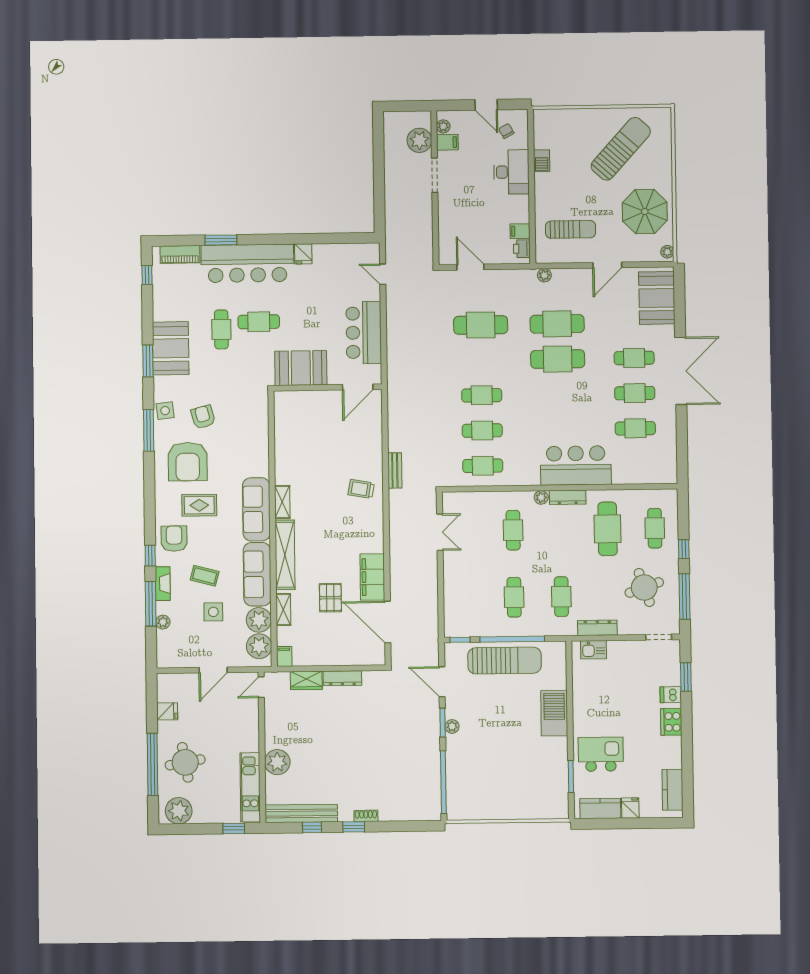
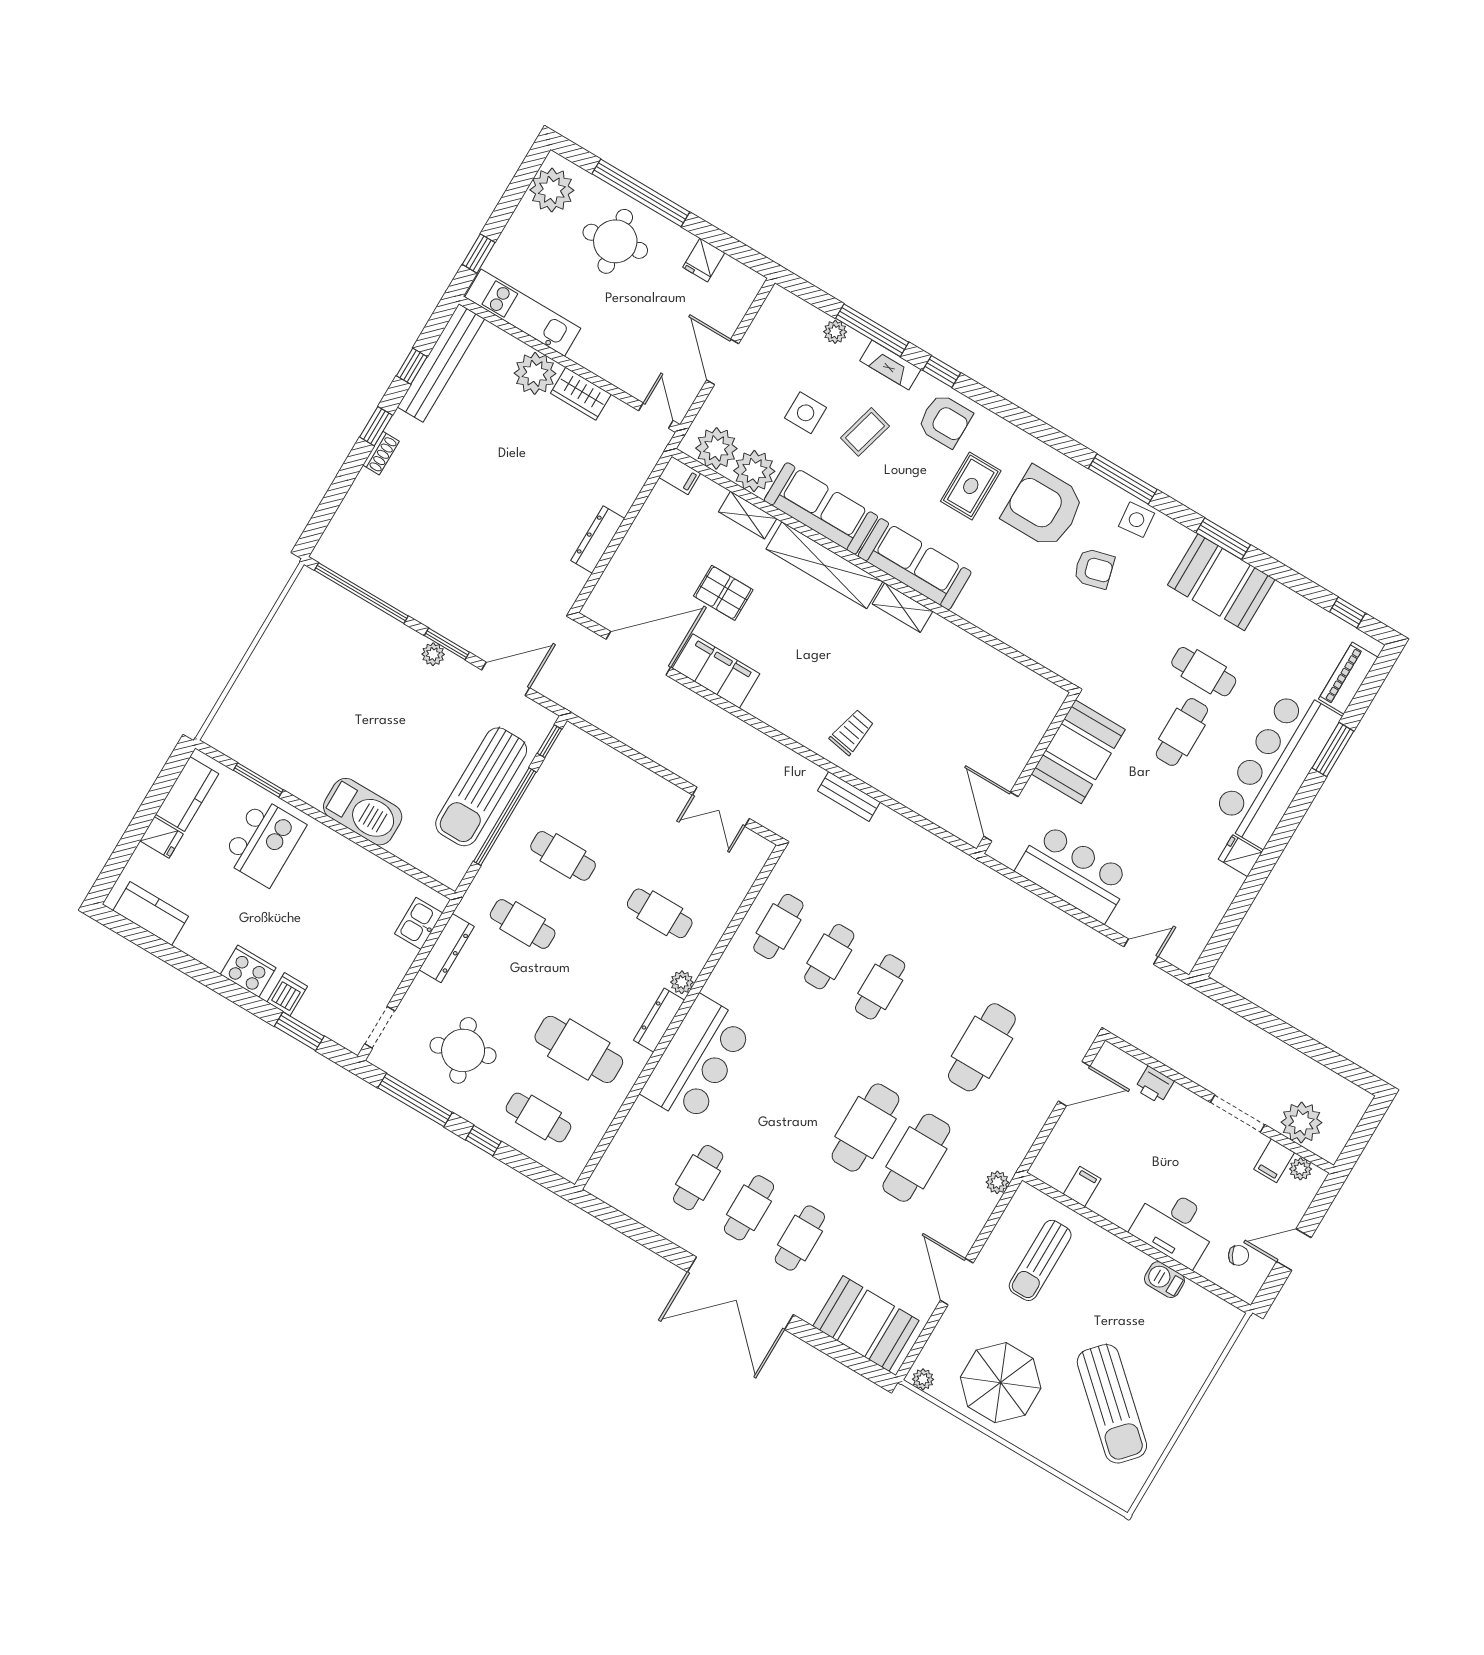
printer: (522, 249) -> (1154, 1085), moved, turned 180
wardrobe: (306, 680) -> (581, 394), moved, turned -90

